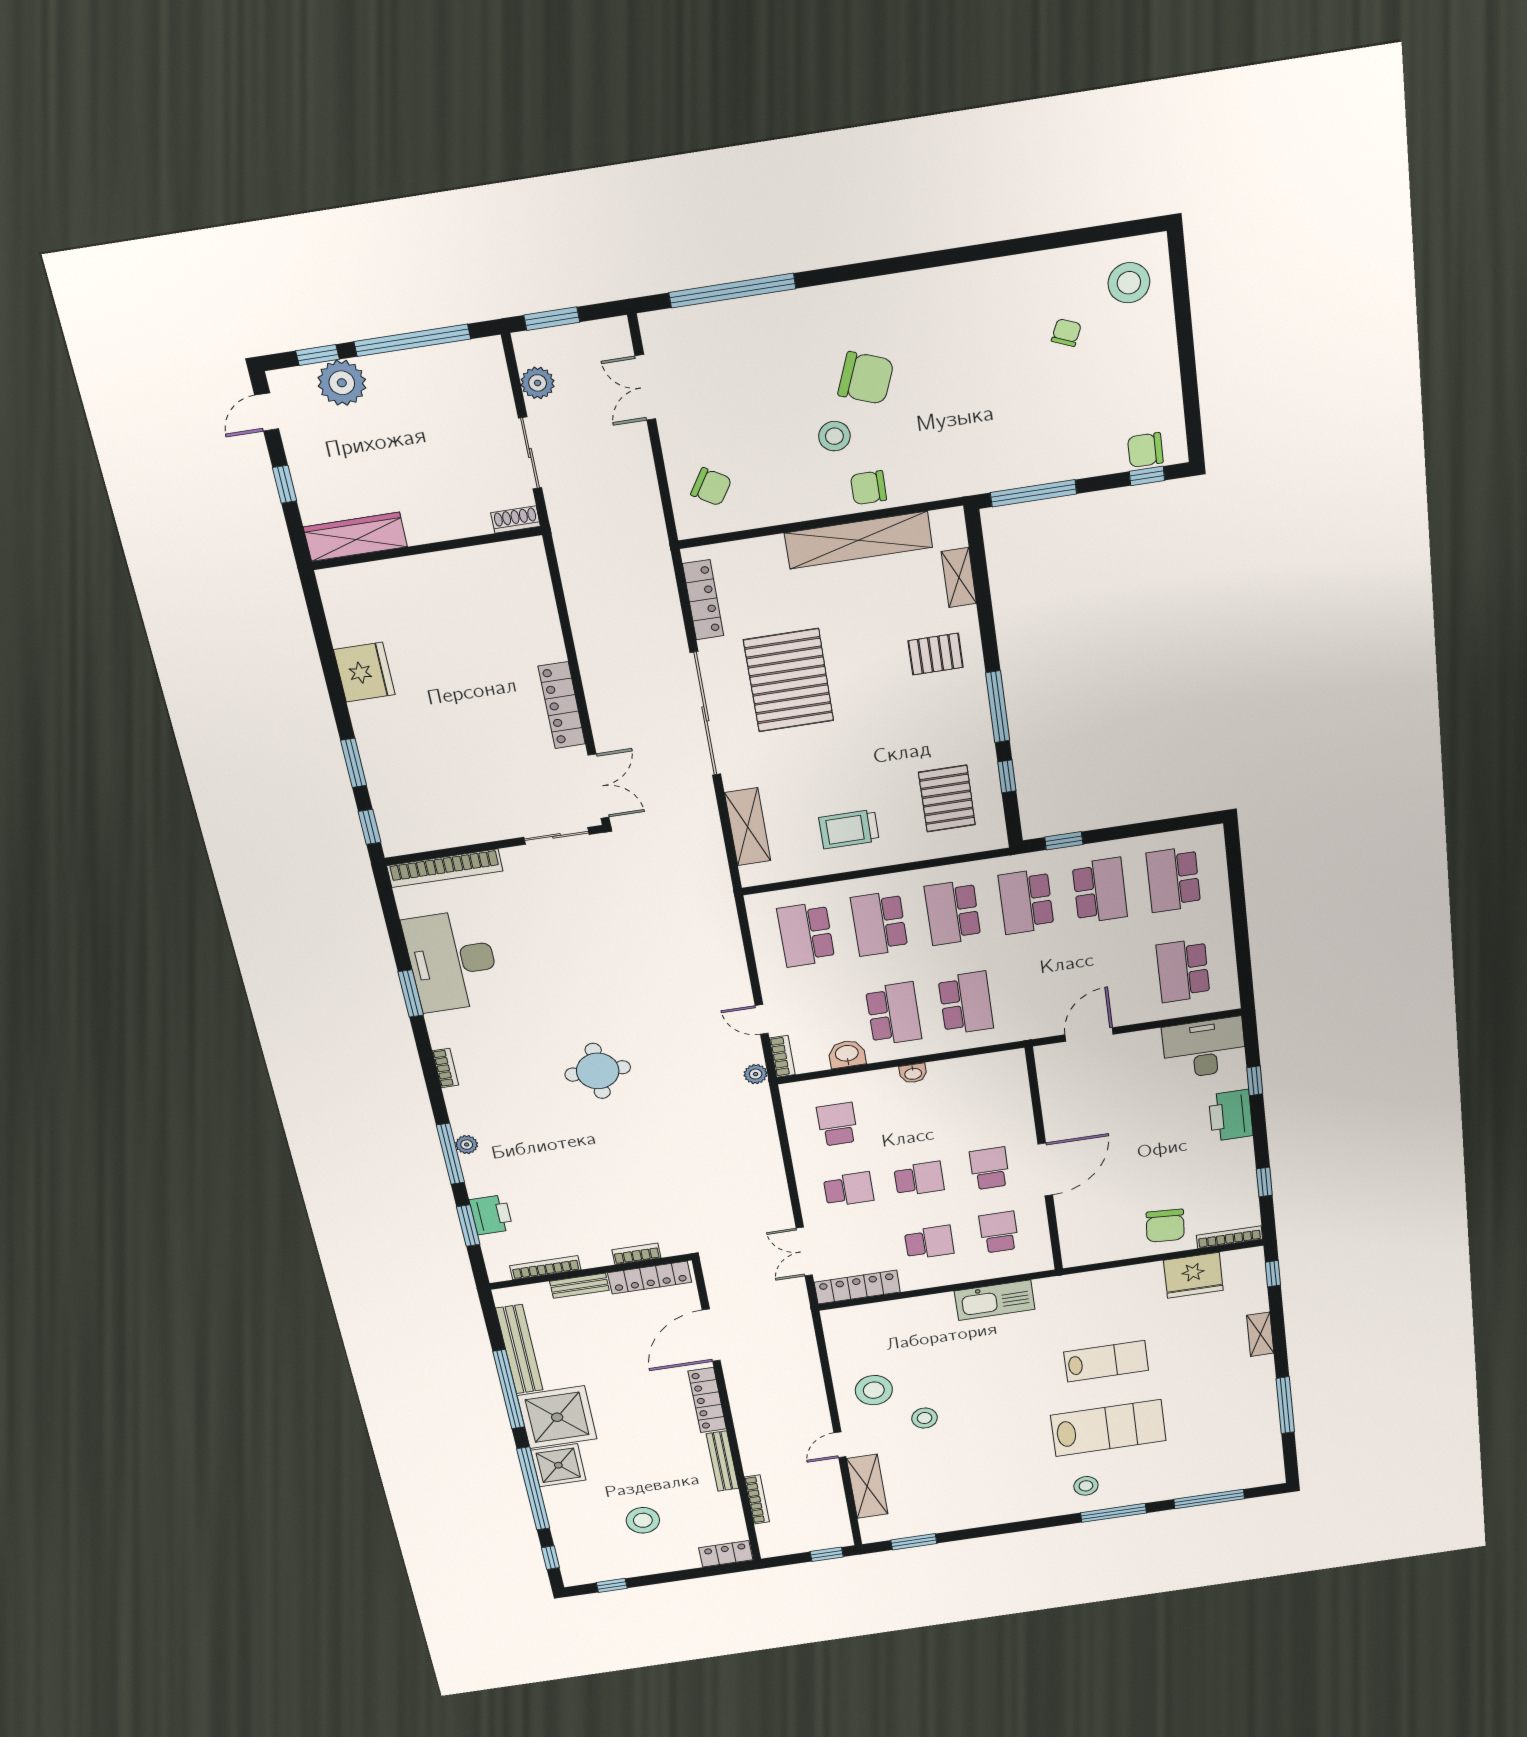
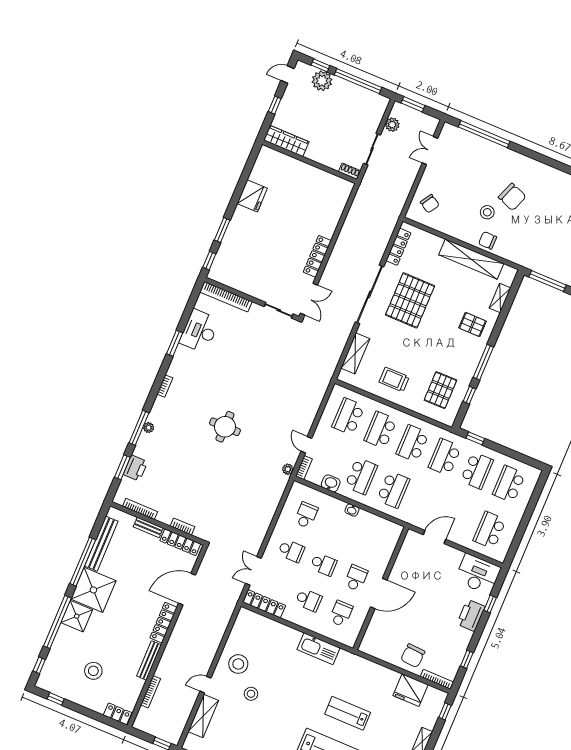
desk: (452, 961) -> (199, 331), width x0.73, depth x0.77
lab bench: (1106, 1361) -> (348, 713), turned 180

